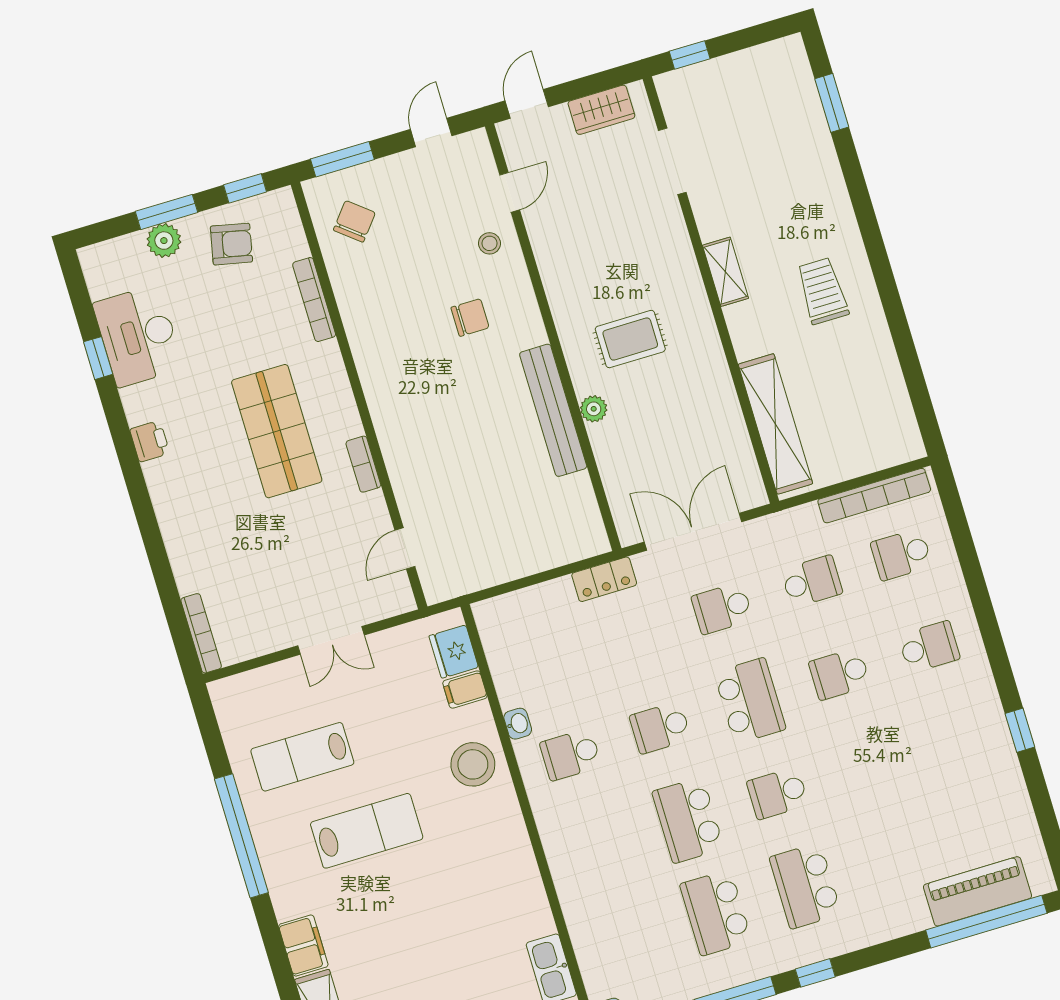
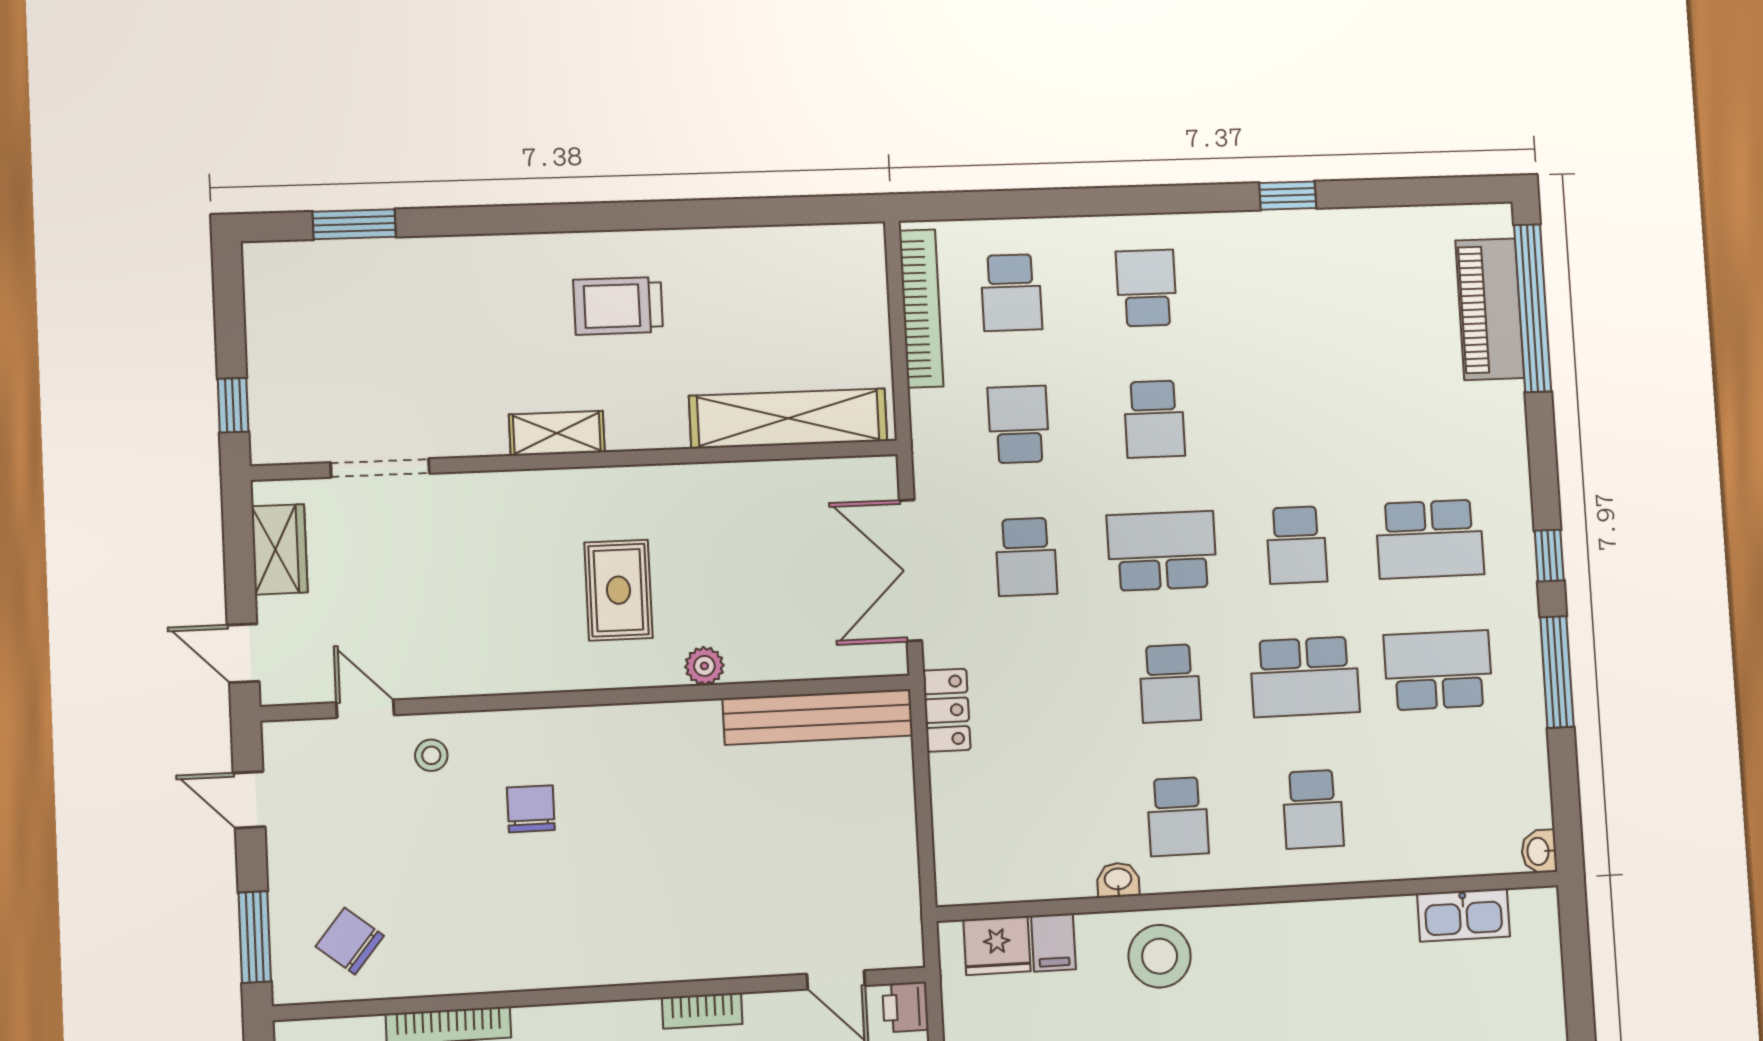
bench: (553, 410) -> (818, 717), moved
printer: (398, 600) -> (905, 1007), added
school desk: (598, 847) -> (1313, 809), added
school desk: (716, 913) -> (1438, 670), turned 180

